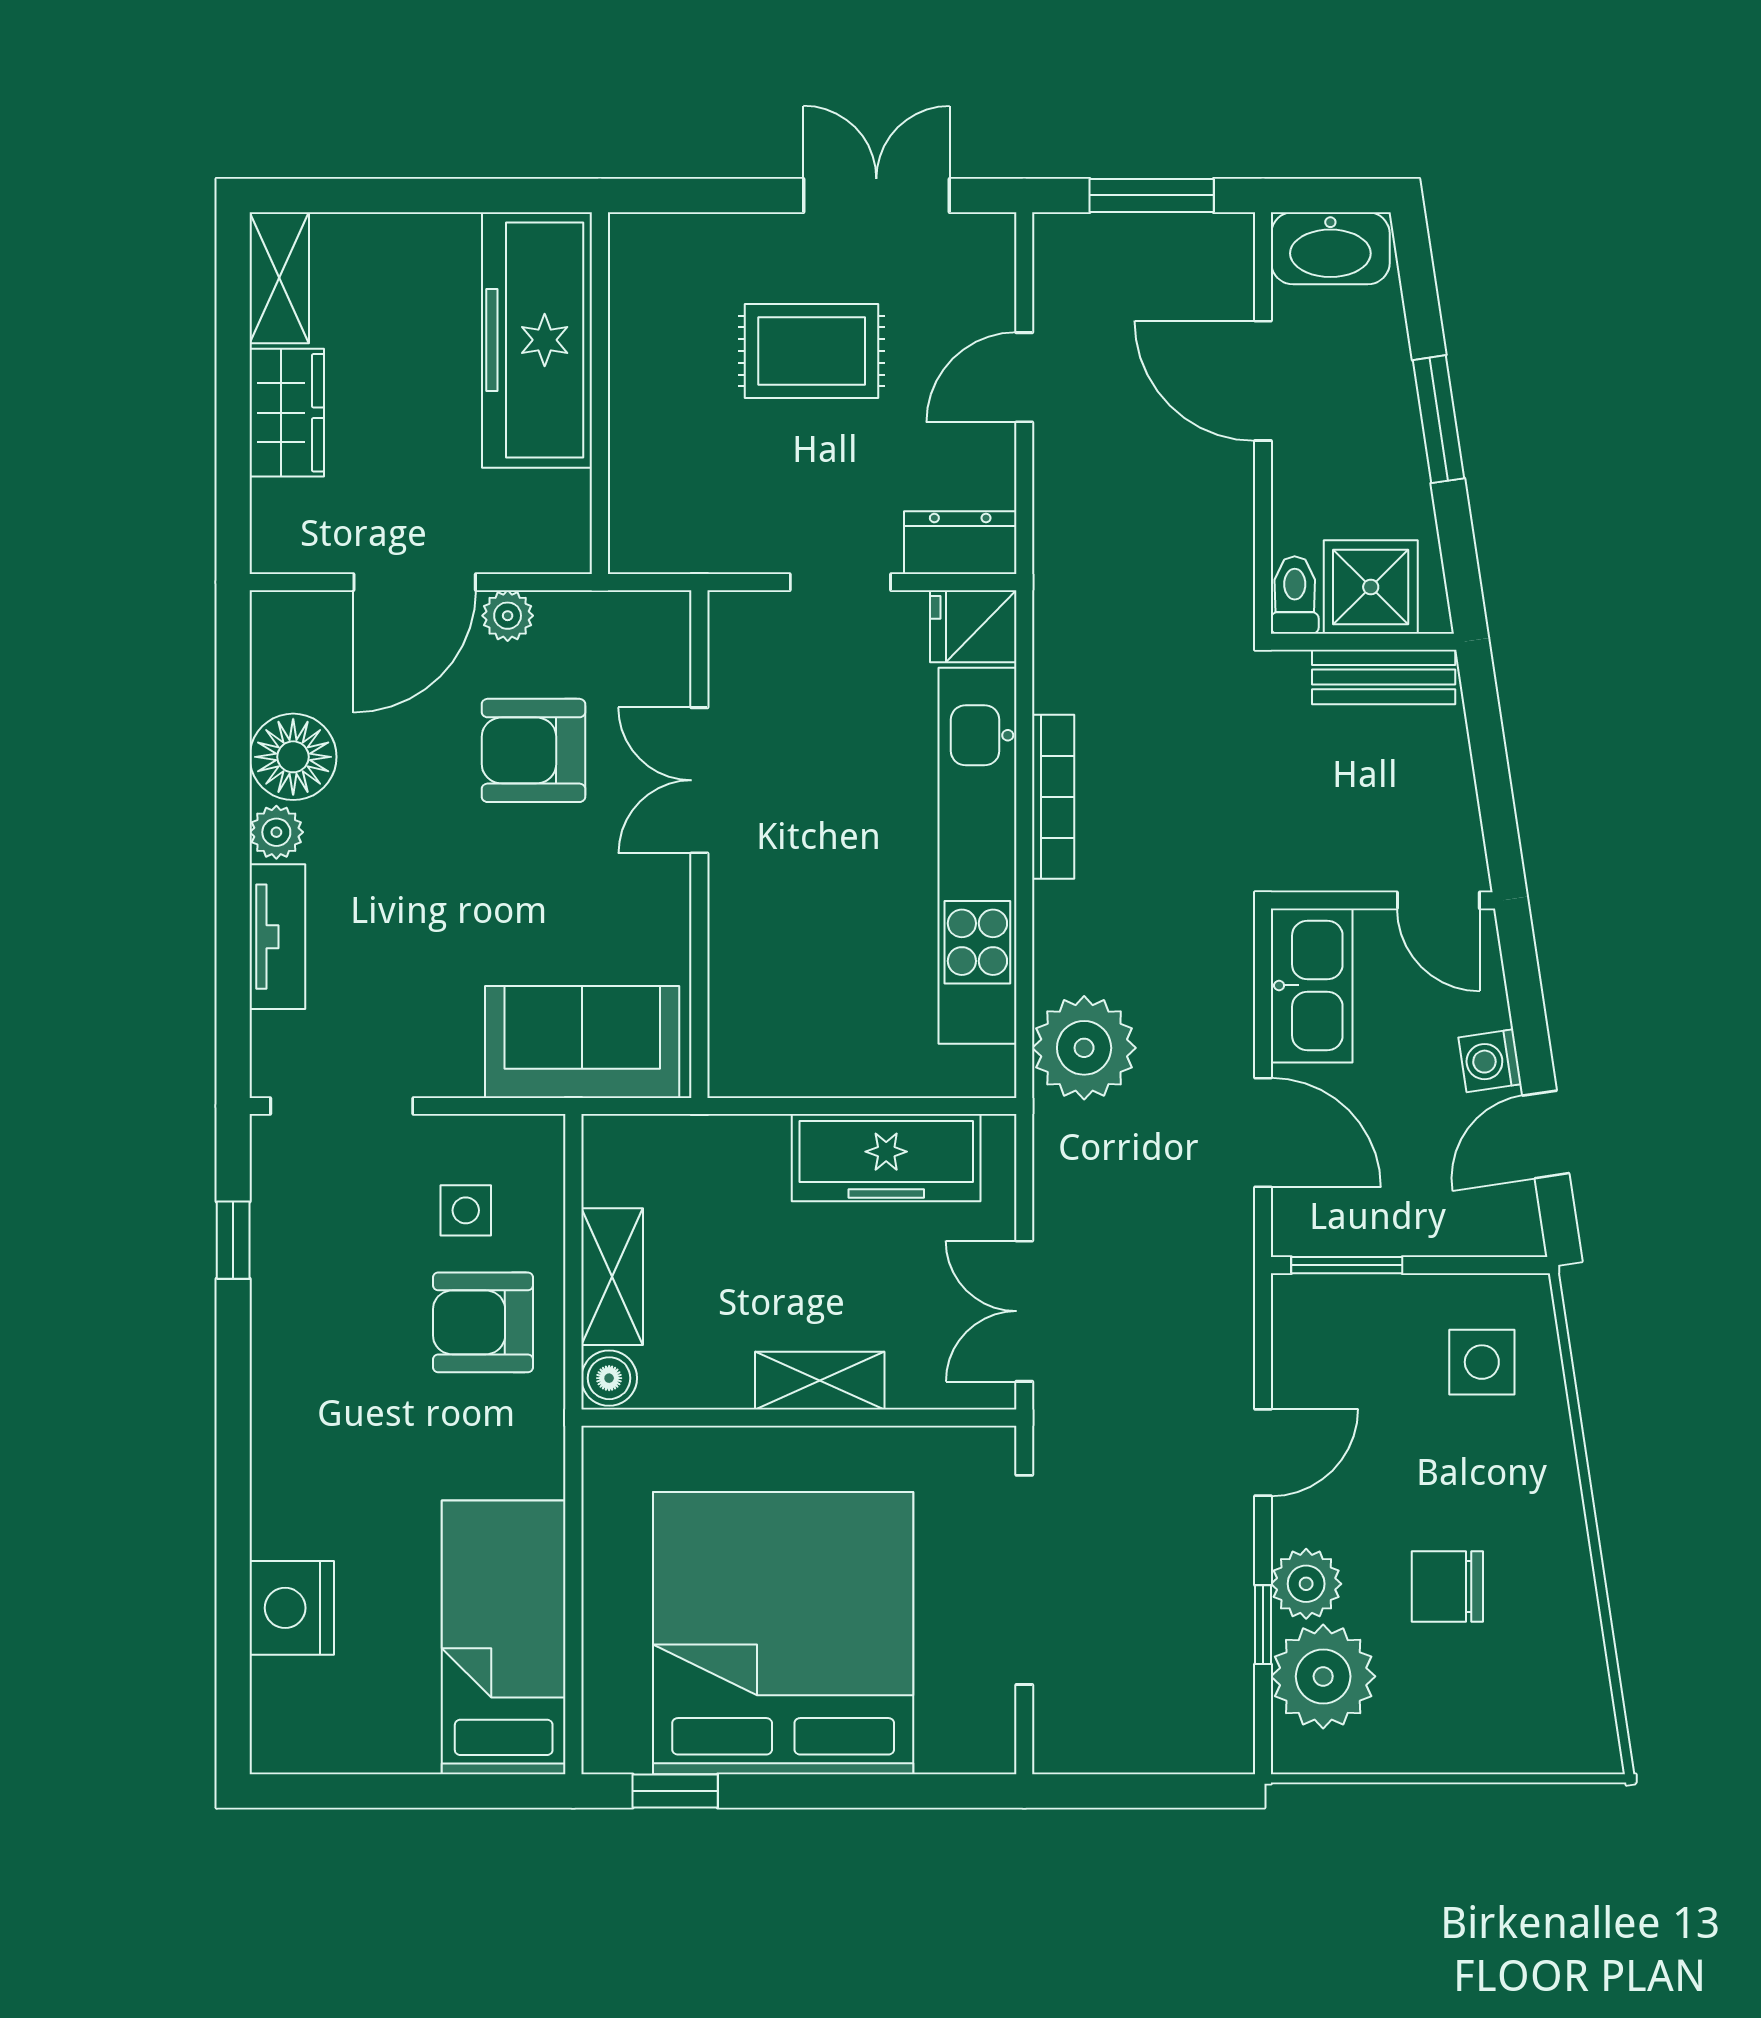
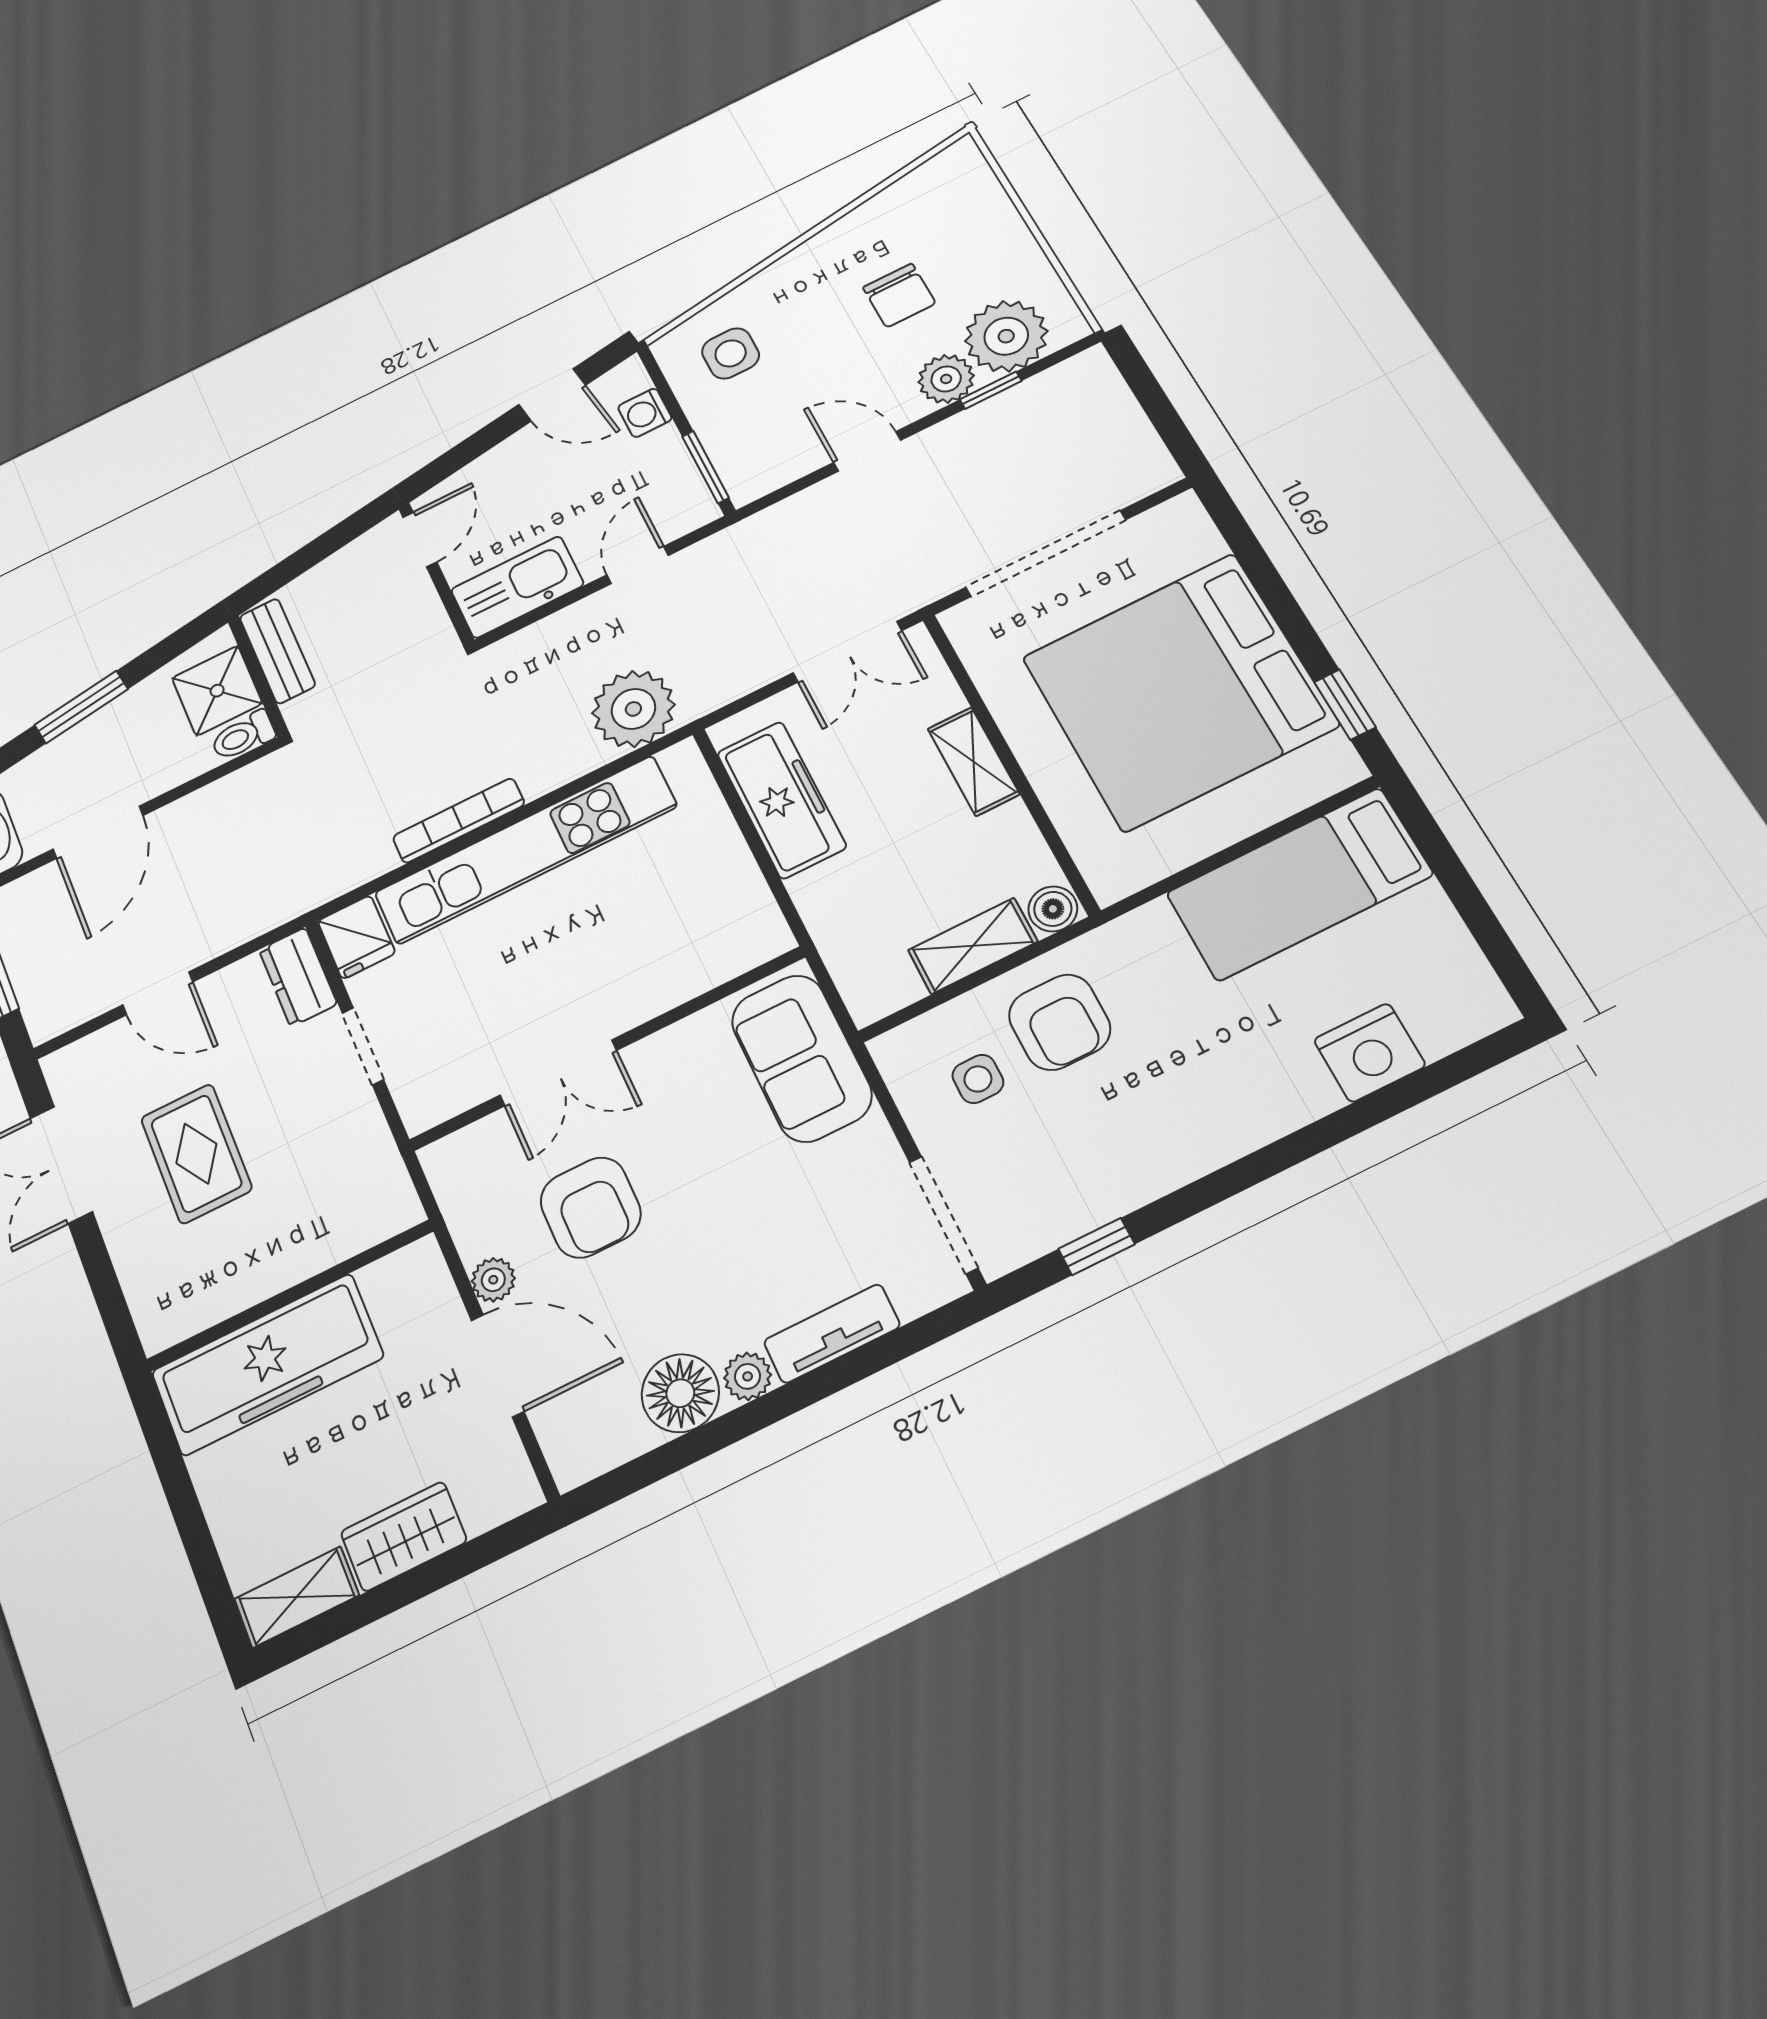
washing machine: (1490, 1061) -> (645, 413), moved, turned 99
door: (1263, 1133) -> (638, 565), width x0.73

